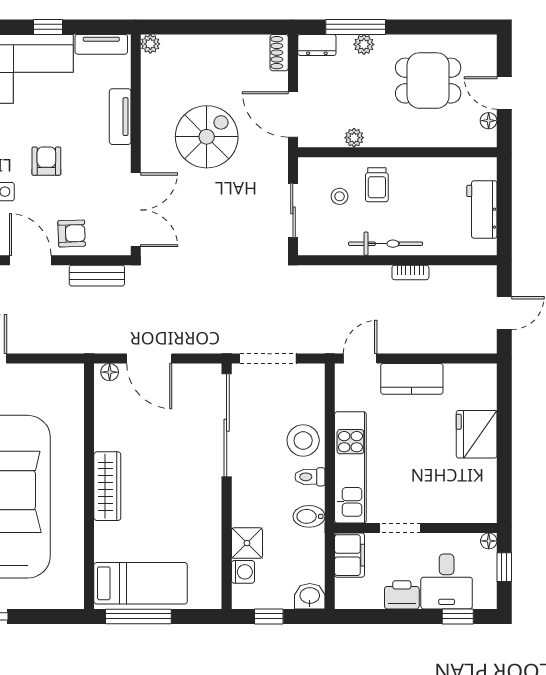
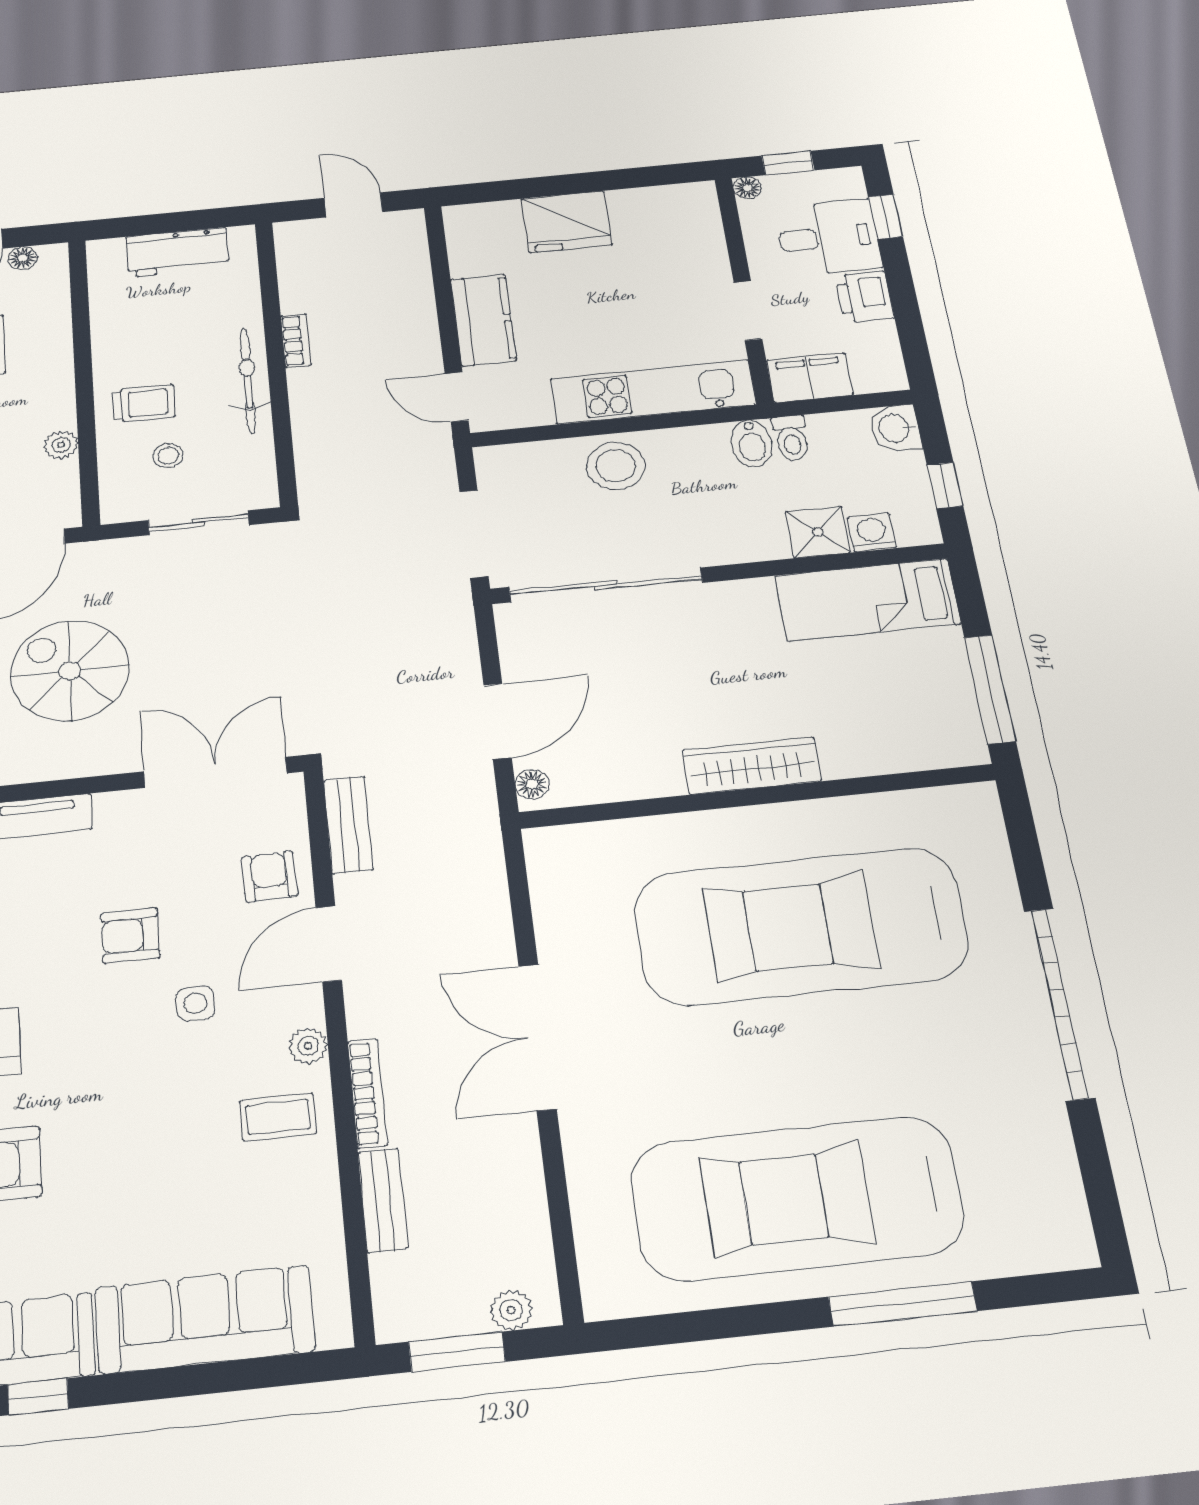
toilet: (310, 477) -> (791, 438), moved
bed: (141, 583) -> (868, 600), moved, turned -90

